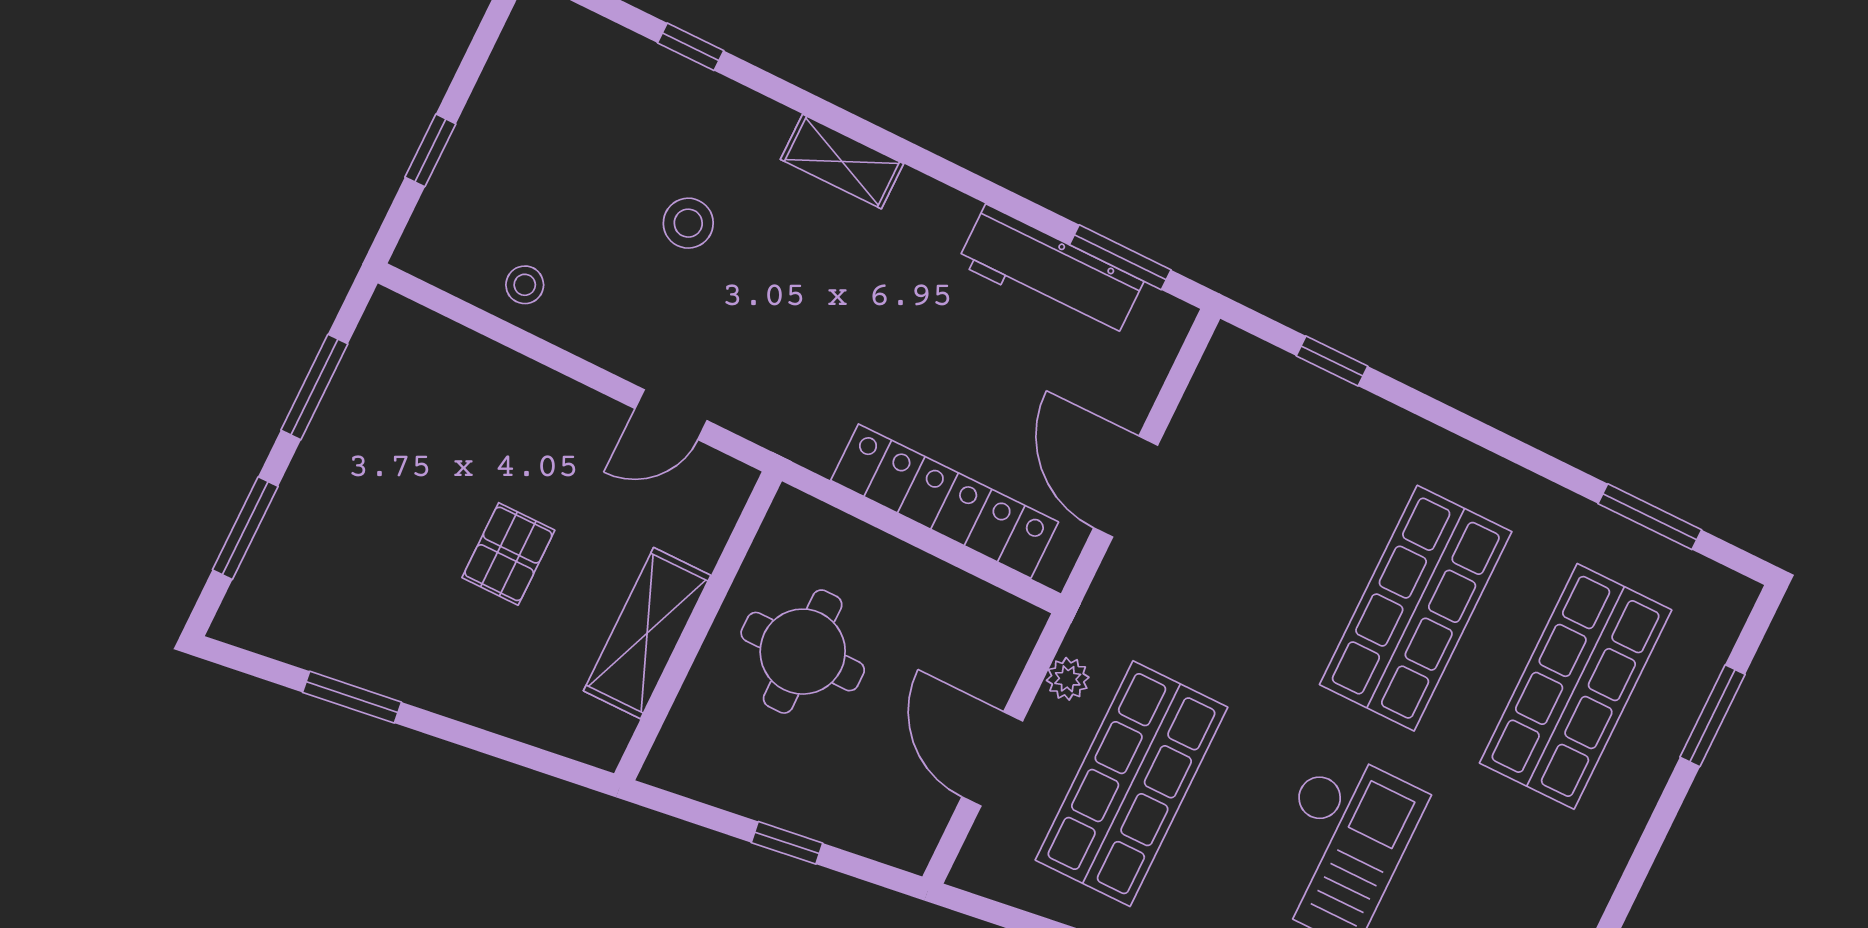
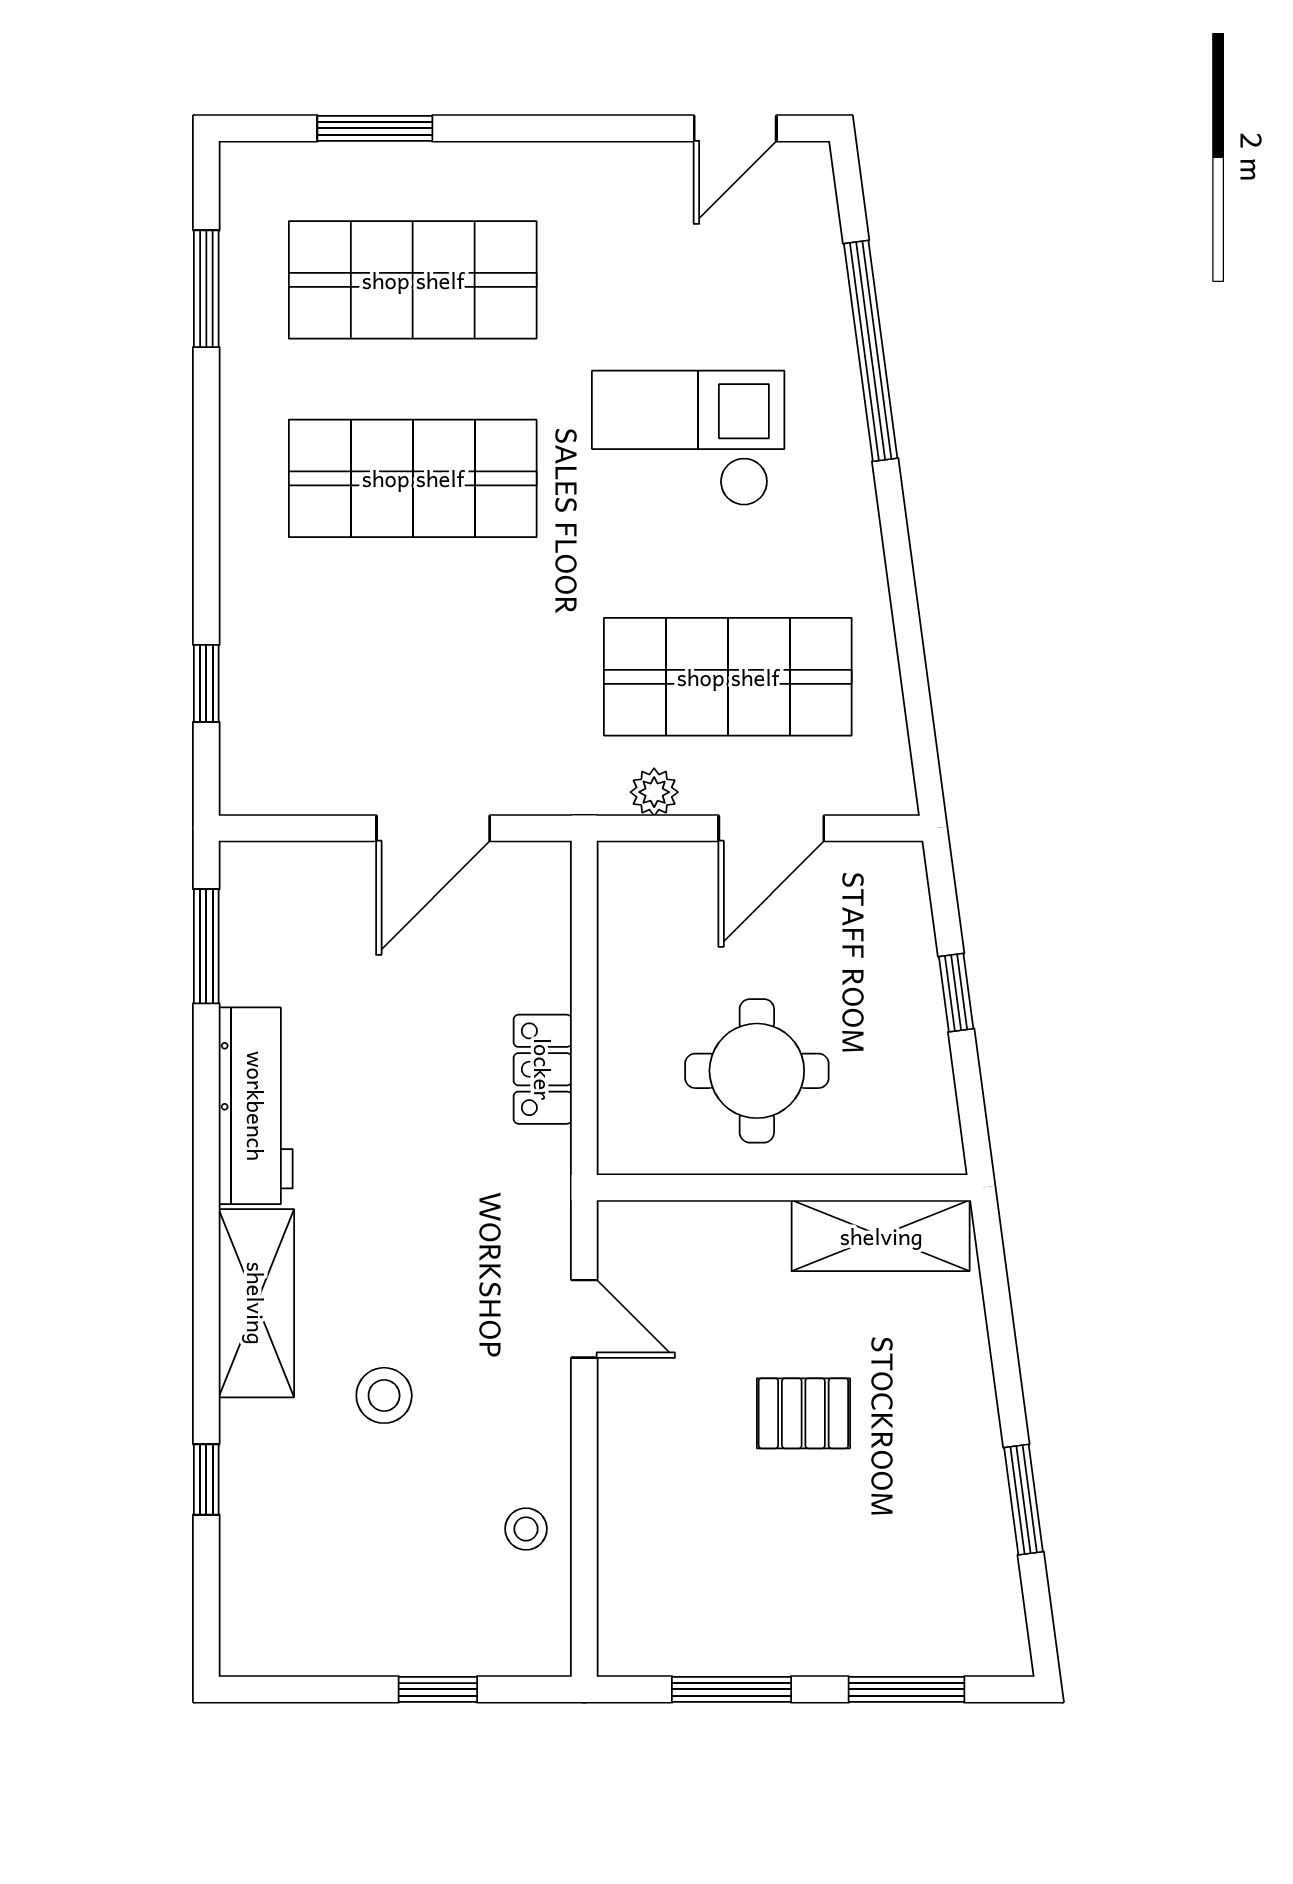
shelving: (842, 162) -> (256, 1303), width x1.50, depth x1.33
workbench: (1050, 272) -> (256, 1106), moved
locker: (945, 501) -> (543, 1069), width x0.46, depth x0.83
shelving: (647, 633) -> (881, 1236), moved

